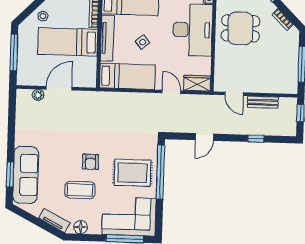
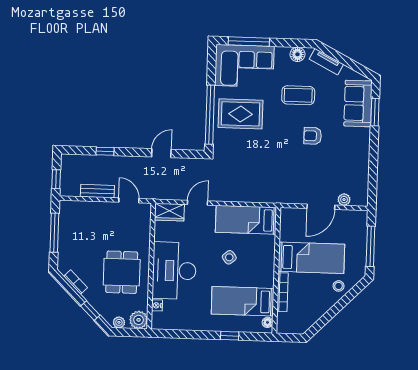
dining table: (240, 28) -> (122, 272), turned 90
tv unit: (107, 38) -> (268, 262), removed
door: (171, 92) -> (198, 203), swing flipped
armchair: (91, 162) -> (313, 136), moved, turned -90
sofa: (26, 175) -> (358, 103), width x0.73

